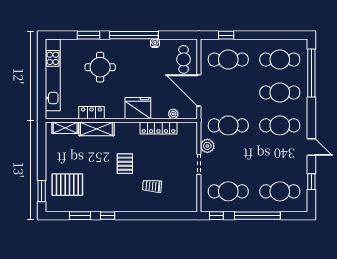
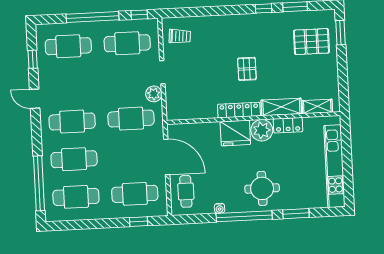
round table: (100, 67) -> (262, 188), moved
plant: (173, 114) -> (262, 130), moved, width x1.88, depth x1.88
locker: (158, 128) -> (239, 110), moved
trolley: (152, 186) -> (180, 36), moved

